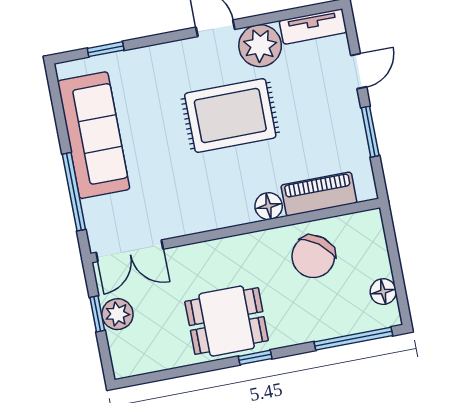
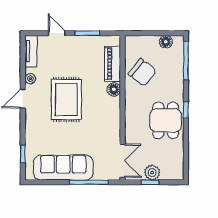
plant: (260, 46) -> (30, 79), width x0.53, depth x0.53

